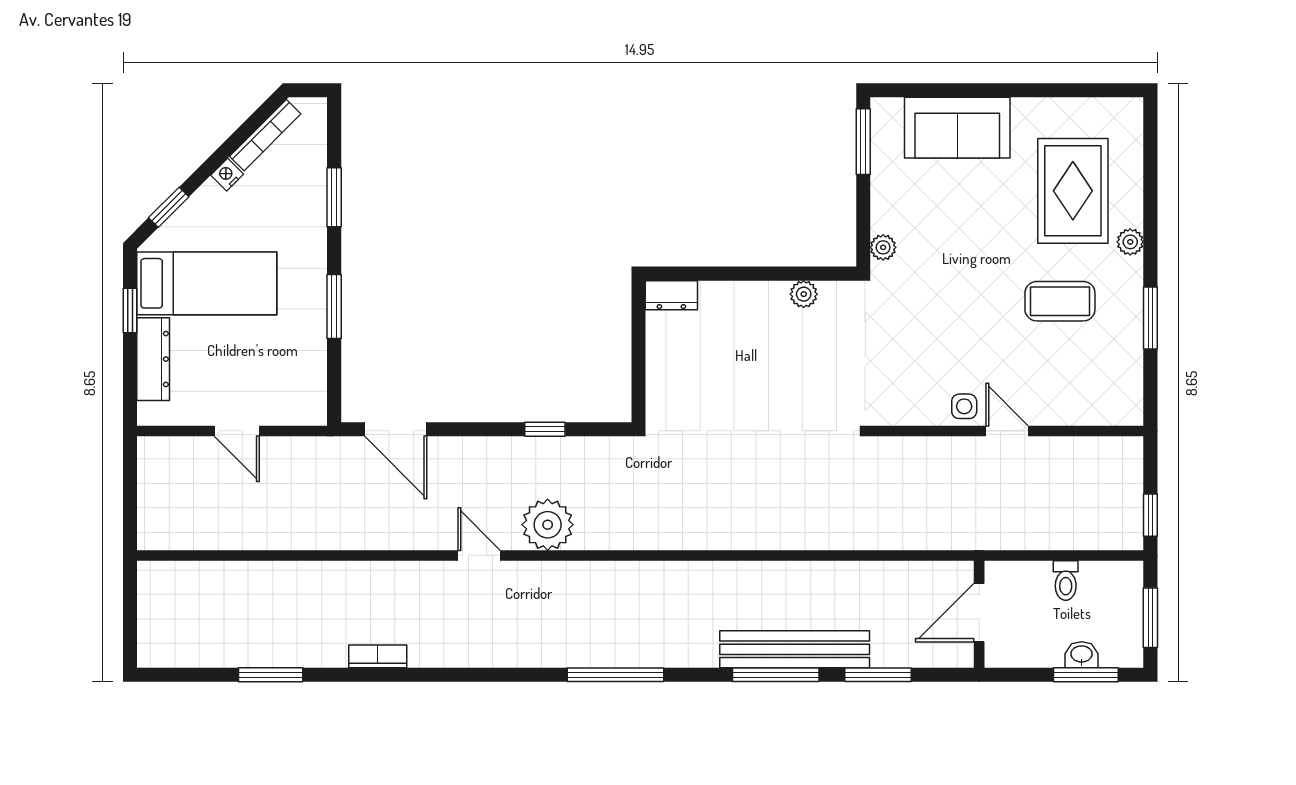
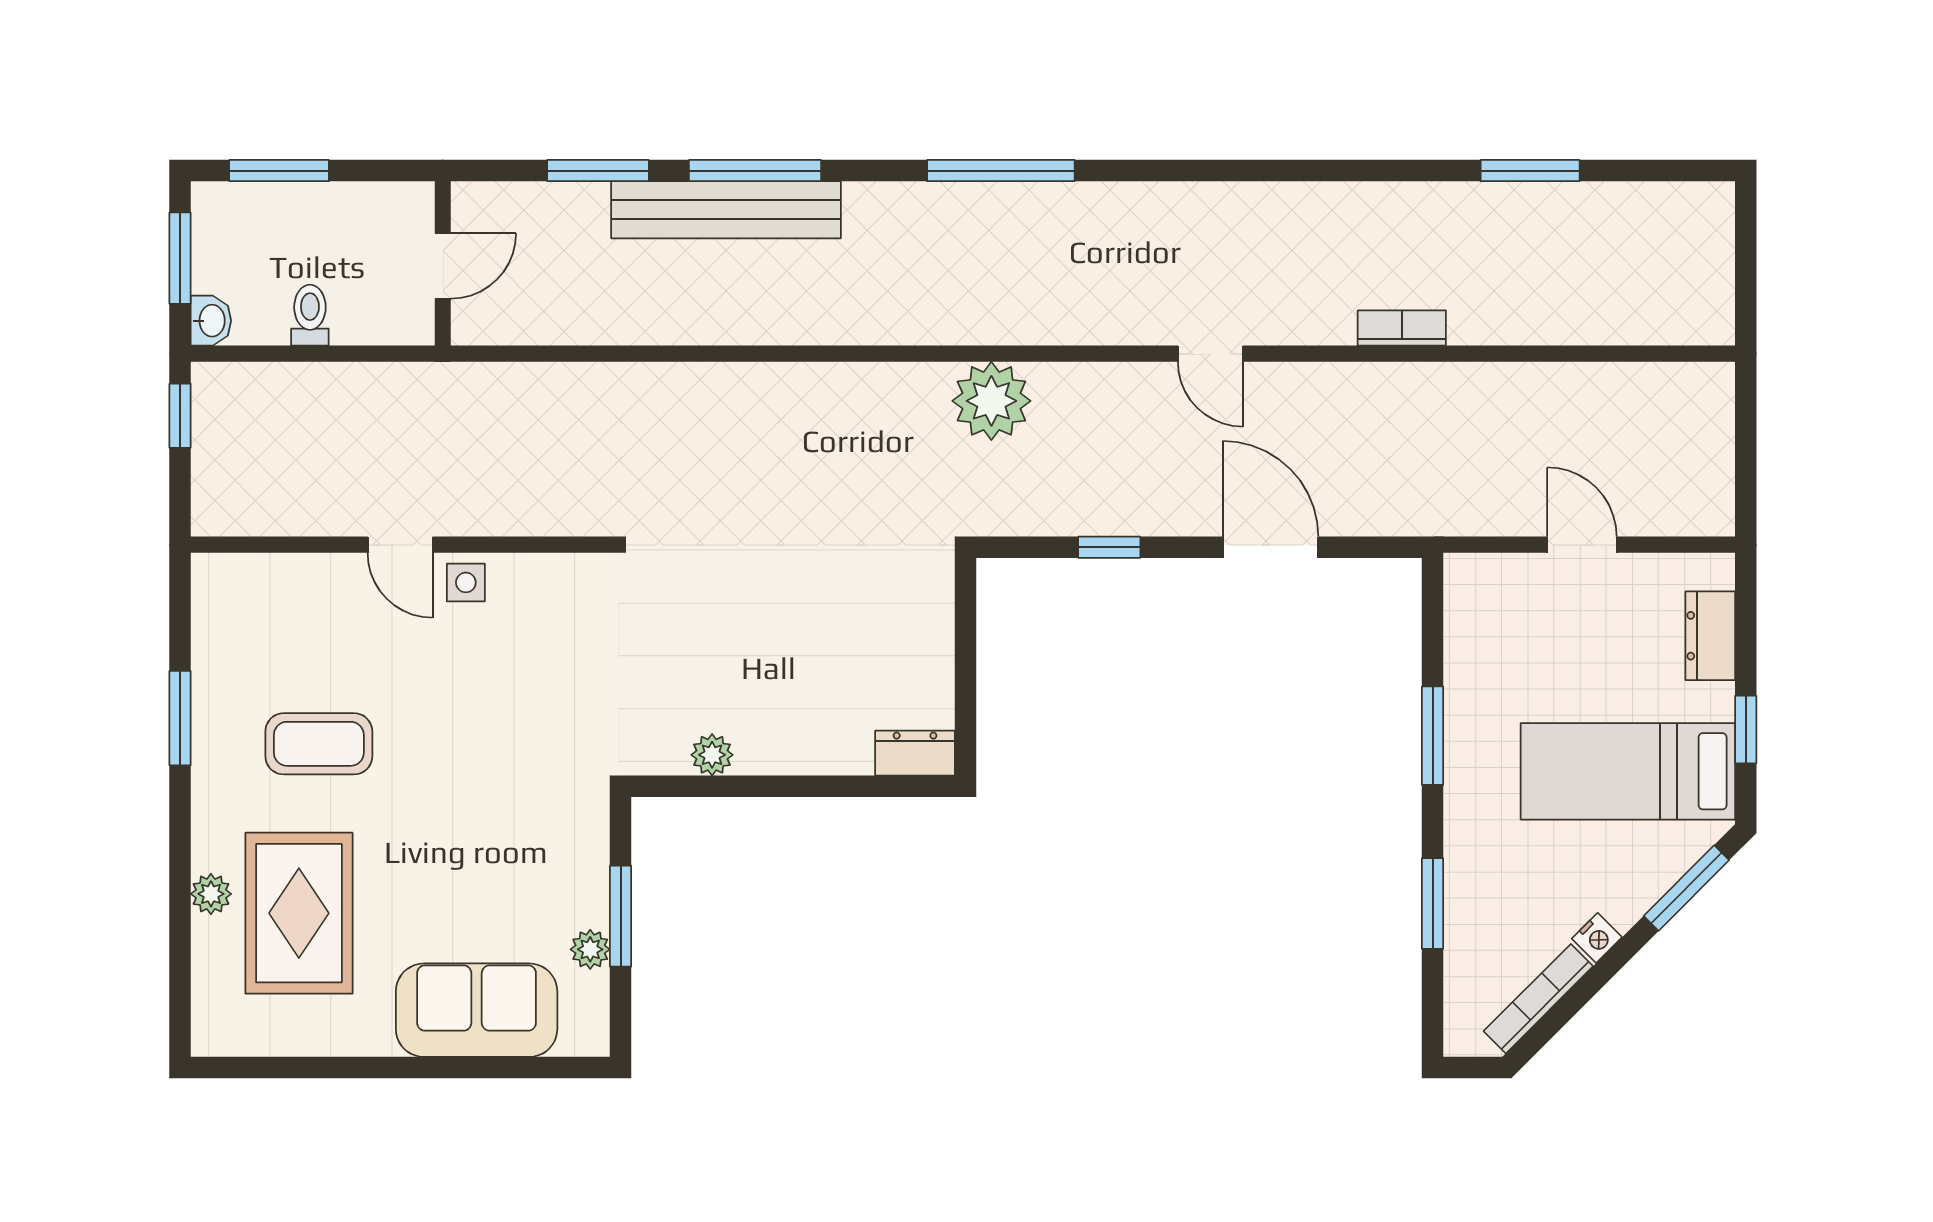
window: (863, 142) -> (621, 916), moved
window: (169, 207) -> (1686, 888), width x1.50
plant: (1130, 242) -> (211, 894), moved
plant: (883, 247) -> (590, 949), moved
dresser: (153, 359) -> (1710, 636), width x0.70
door: (396, 429) -> (1270, 547), moved
plant: (548, 525) -> (991, 401), moved
door: (979, 613) -> (443, 266), width x0.73
washbasin: (1082, 655) -> (211, 321), moved, turned -90
bookcase: (378, 656) -> (1402, 328), moved, turned 180

